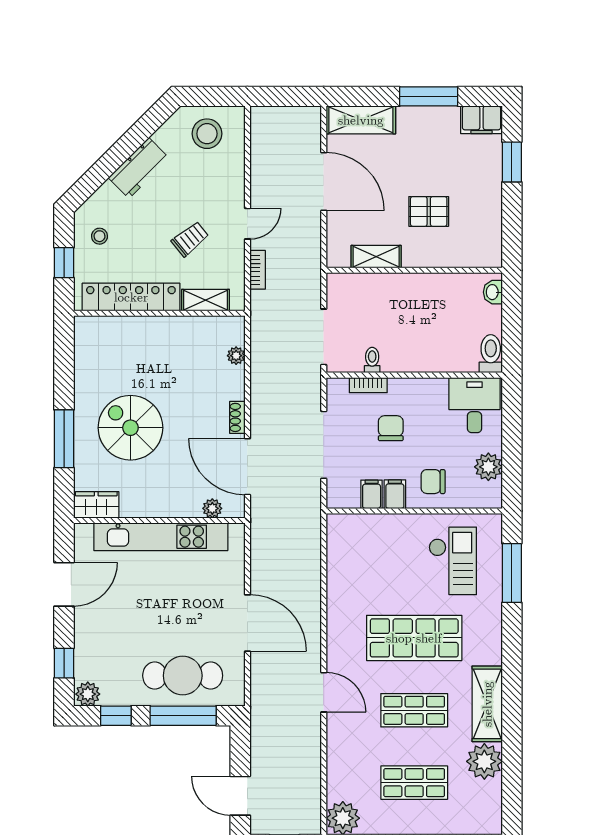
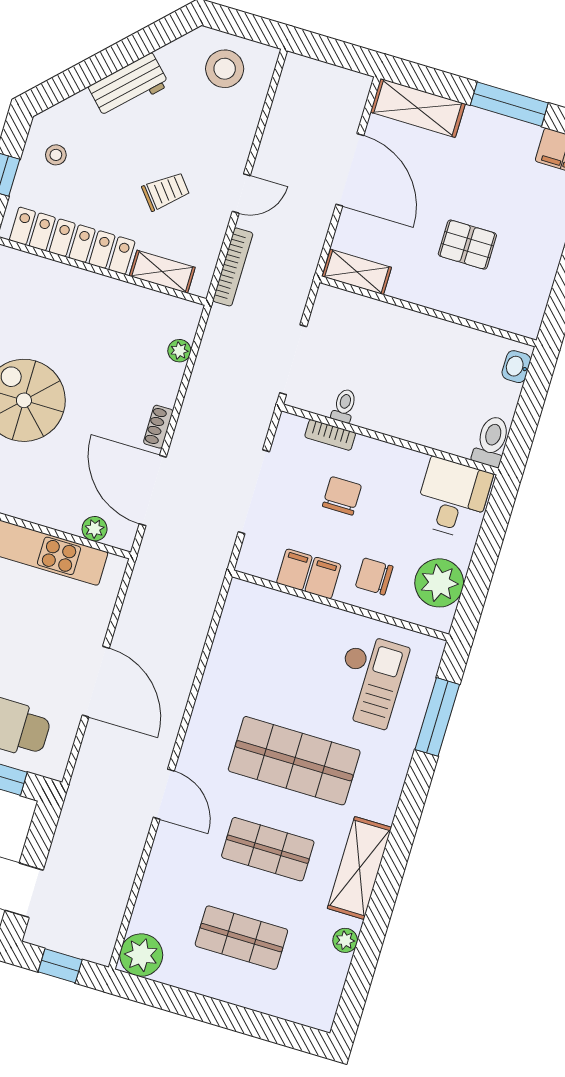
shelving: (376, 257) -> (357, 272), moved
bookcase: (258, 270) -> (233, 267), width x1.56
plant: (488, 467) -> (439, 583), width x1.36, depth x1.36
plant: (484, 761) -> (345, 940), width x0.53, depth x0.53

